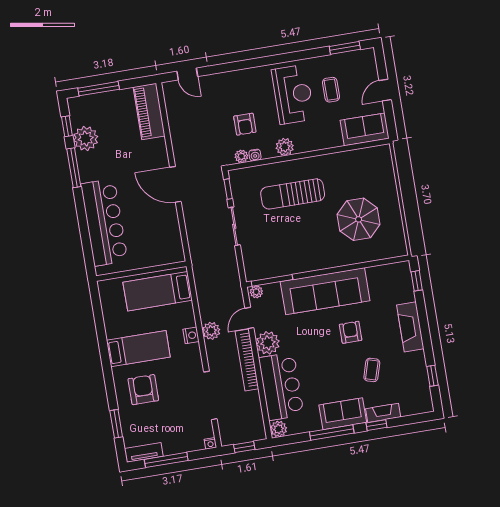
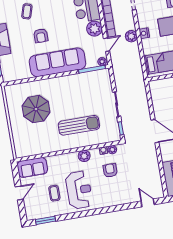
reception desk: (293, 94) -> (79, 190), turned 180

